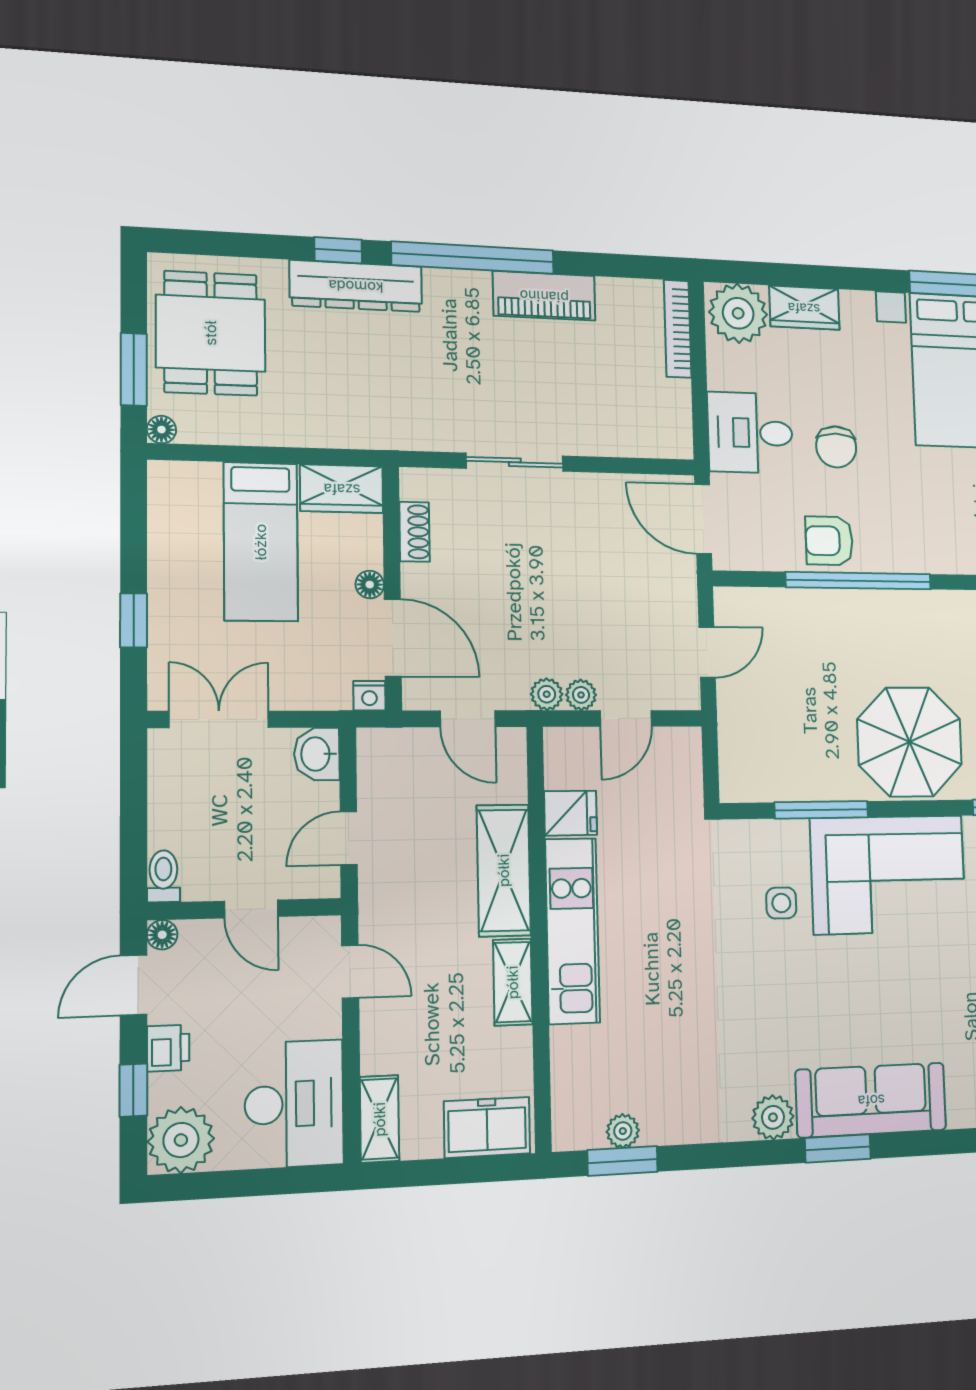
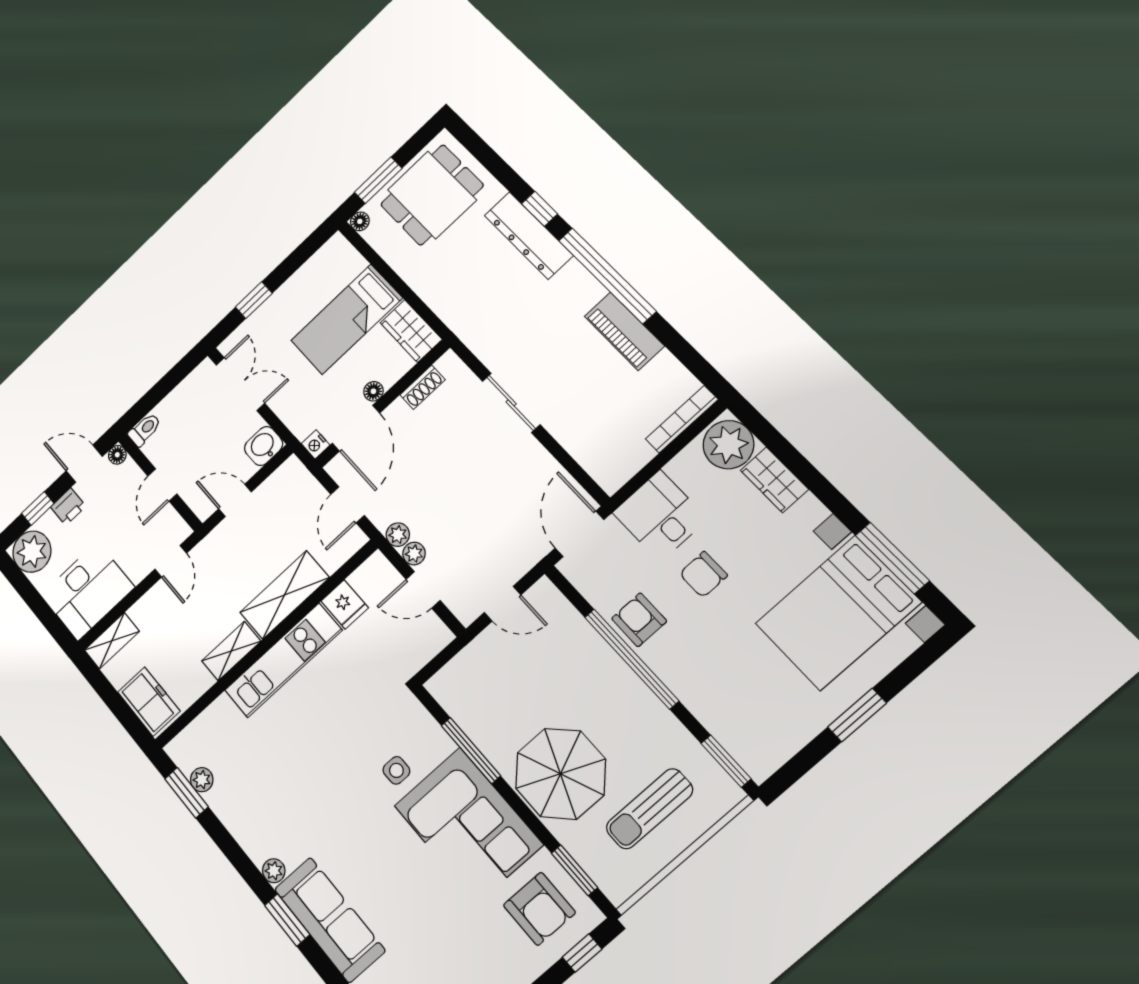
plant: (773, 1117) -> (274, 871), width x0.73, depth x0.73

